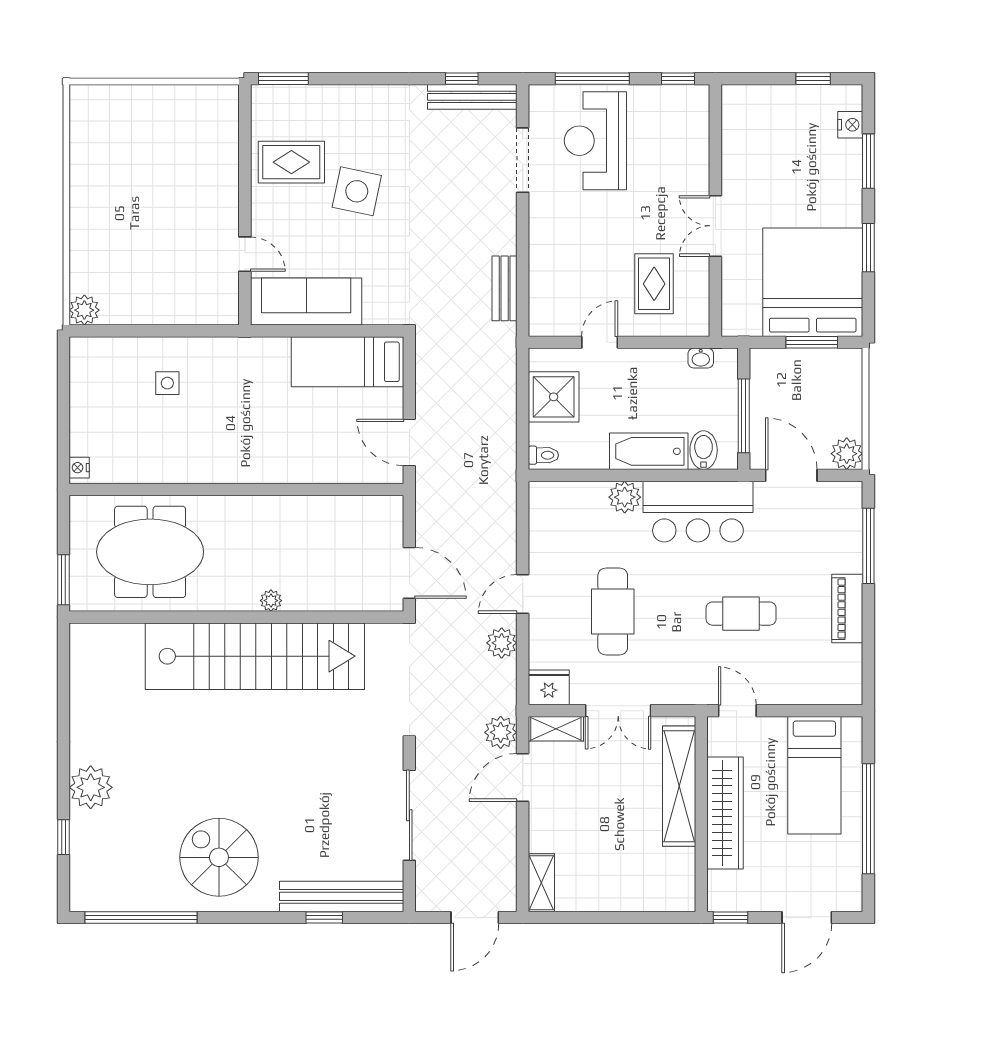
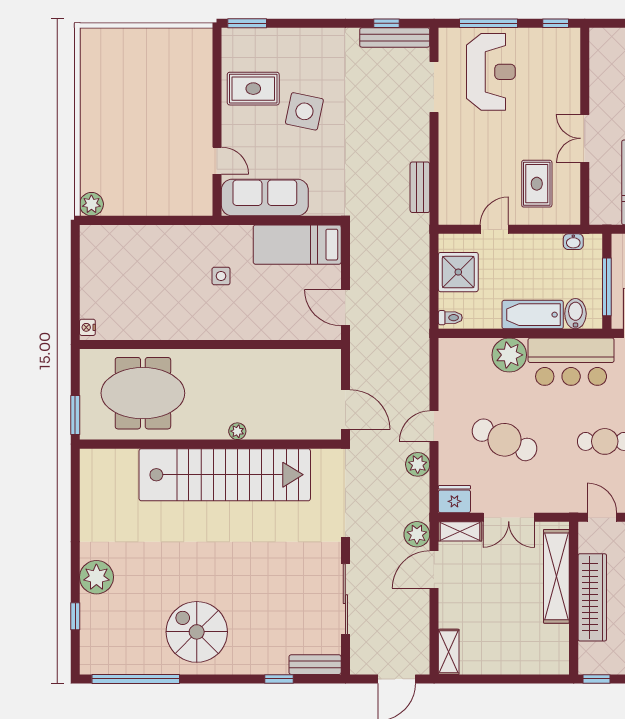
reception desk: (595, 141) -> (491, 72), turned 180
side table: (167, 383) -> (221, 276), moved
plant: (625, 497) -> (509, 355), width x1.36, depth x1.36
cafe table: (613, 611) -> (504, 440), turned -66
bench: (342, 896) -> (315, 665), width x0.54, depth x0.82

